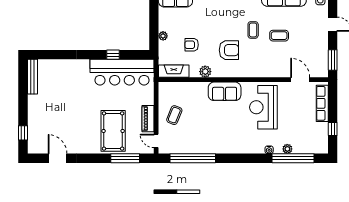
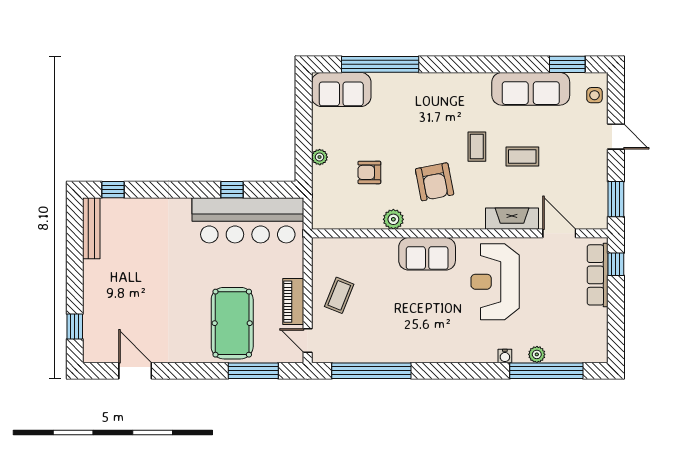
armchair: (229, 50) -> (435, 182), turned 79
window: (45, 55) -> (113, 190), added
fireplace: (174, 71) -> (512, 219), moved
window: (333, 129) -> (616, 264), moved

